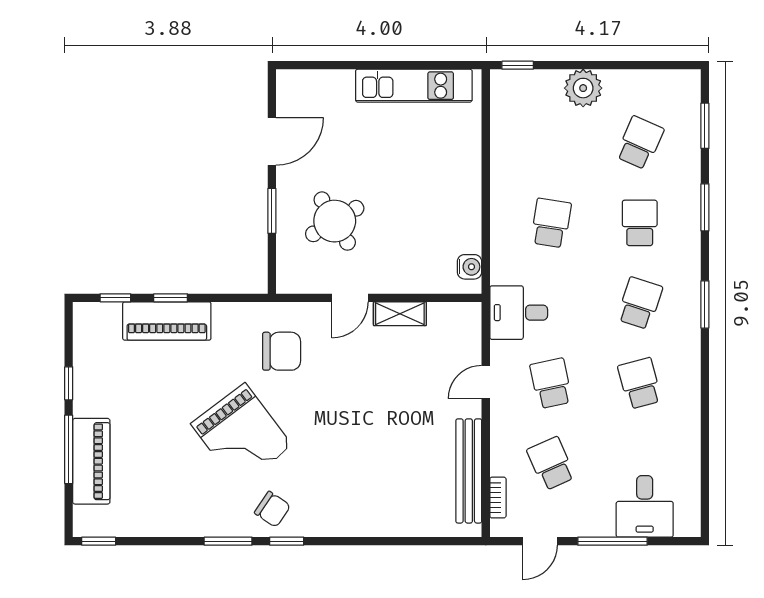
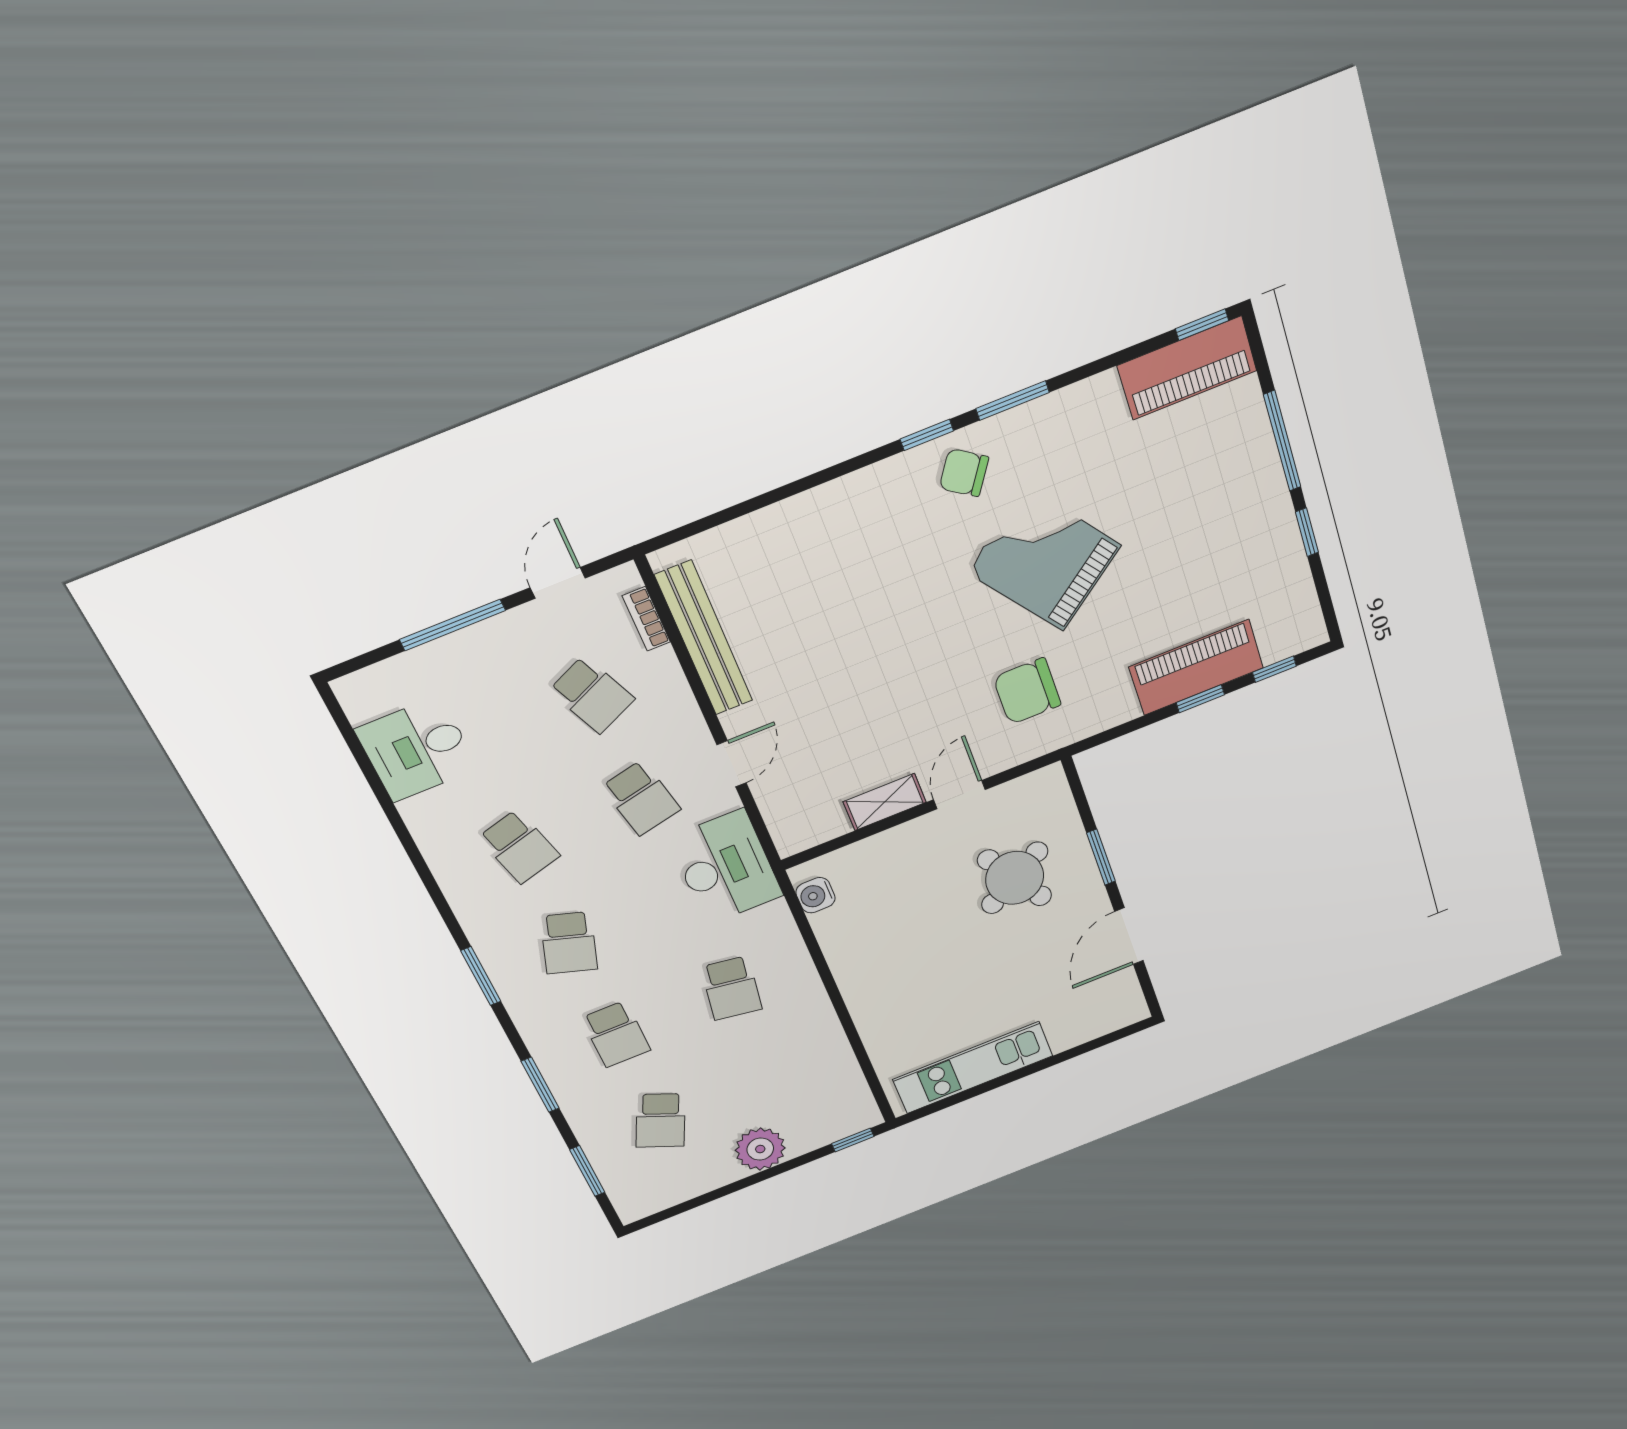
desk: (519, 313) -> (726, 867), width x1.37
piano: (91, 461) -> (1187, 368), moved, turned -90
desk: (645, 506) -> (417, 749), moved, turned -90

